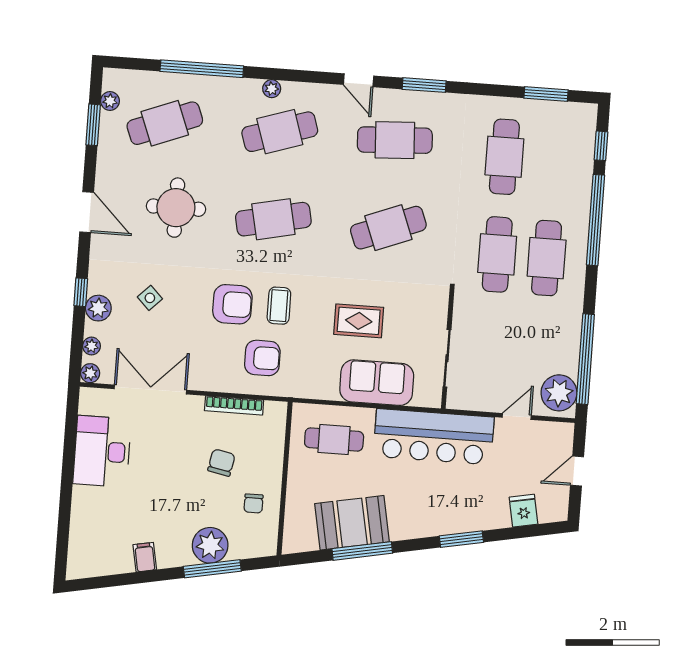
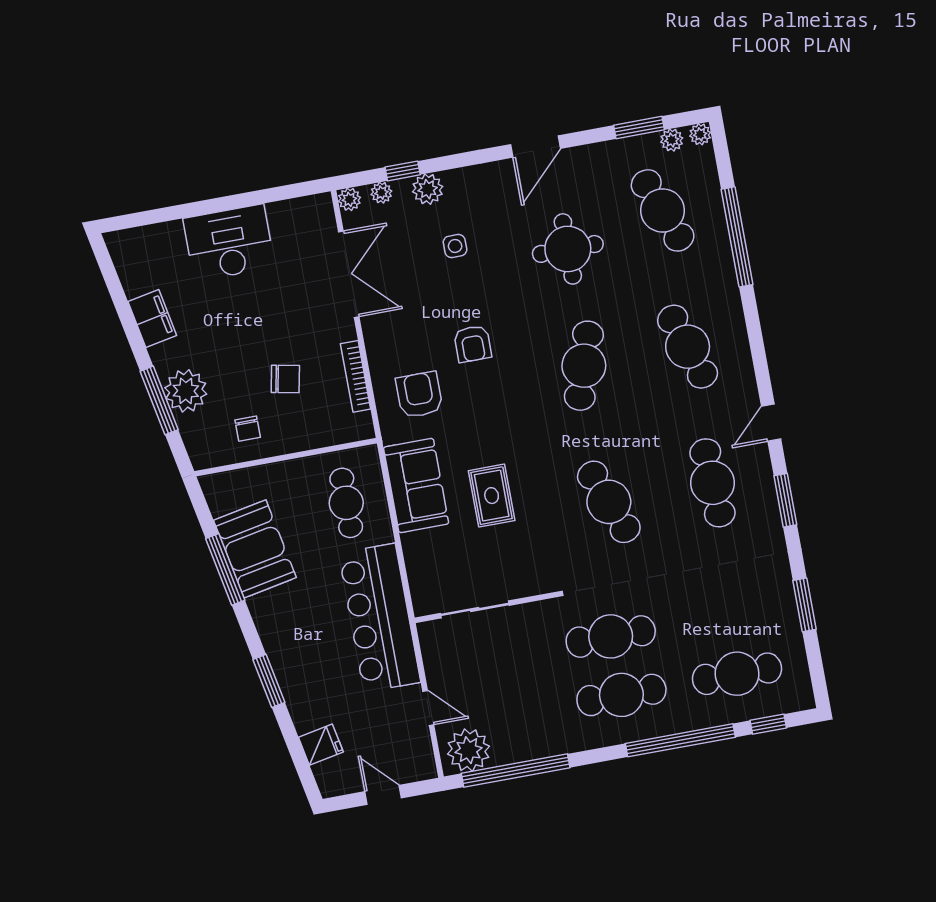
plant: (272, 89) -> (700, 134), moved
window: (546, 94) -> (805, 605), moved
cafe table: (504, 157) -> (737, 674), moved
cafe table: (273, 219) -> (584, 366), turned 30
window: (81, 292) -> (403, 171), moved
side table: (150, 298) -> (455, 246), turned 45
armchair: (232, 304) -> (473, 344), width x0.72, depth x0.72
coffee table: (279, 306) -> (485, 398), removed
armchair: (262, 358) -> (419, 395), turned 180
sofa: (377, 383) -> (416, 485), moved
desk: (102, 451) -> (229, 243), moved
chair: (254, 503) -> (248, 429), turned -90
filing cabinet: (145, 557) -> (152, 319), width x2.00

